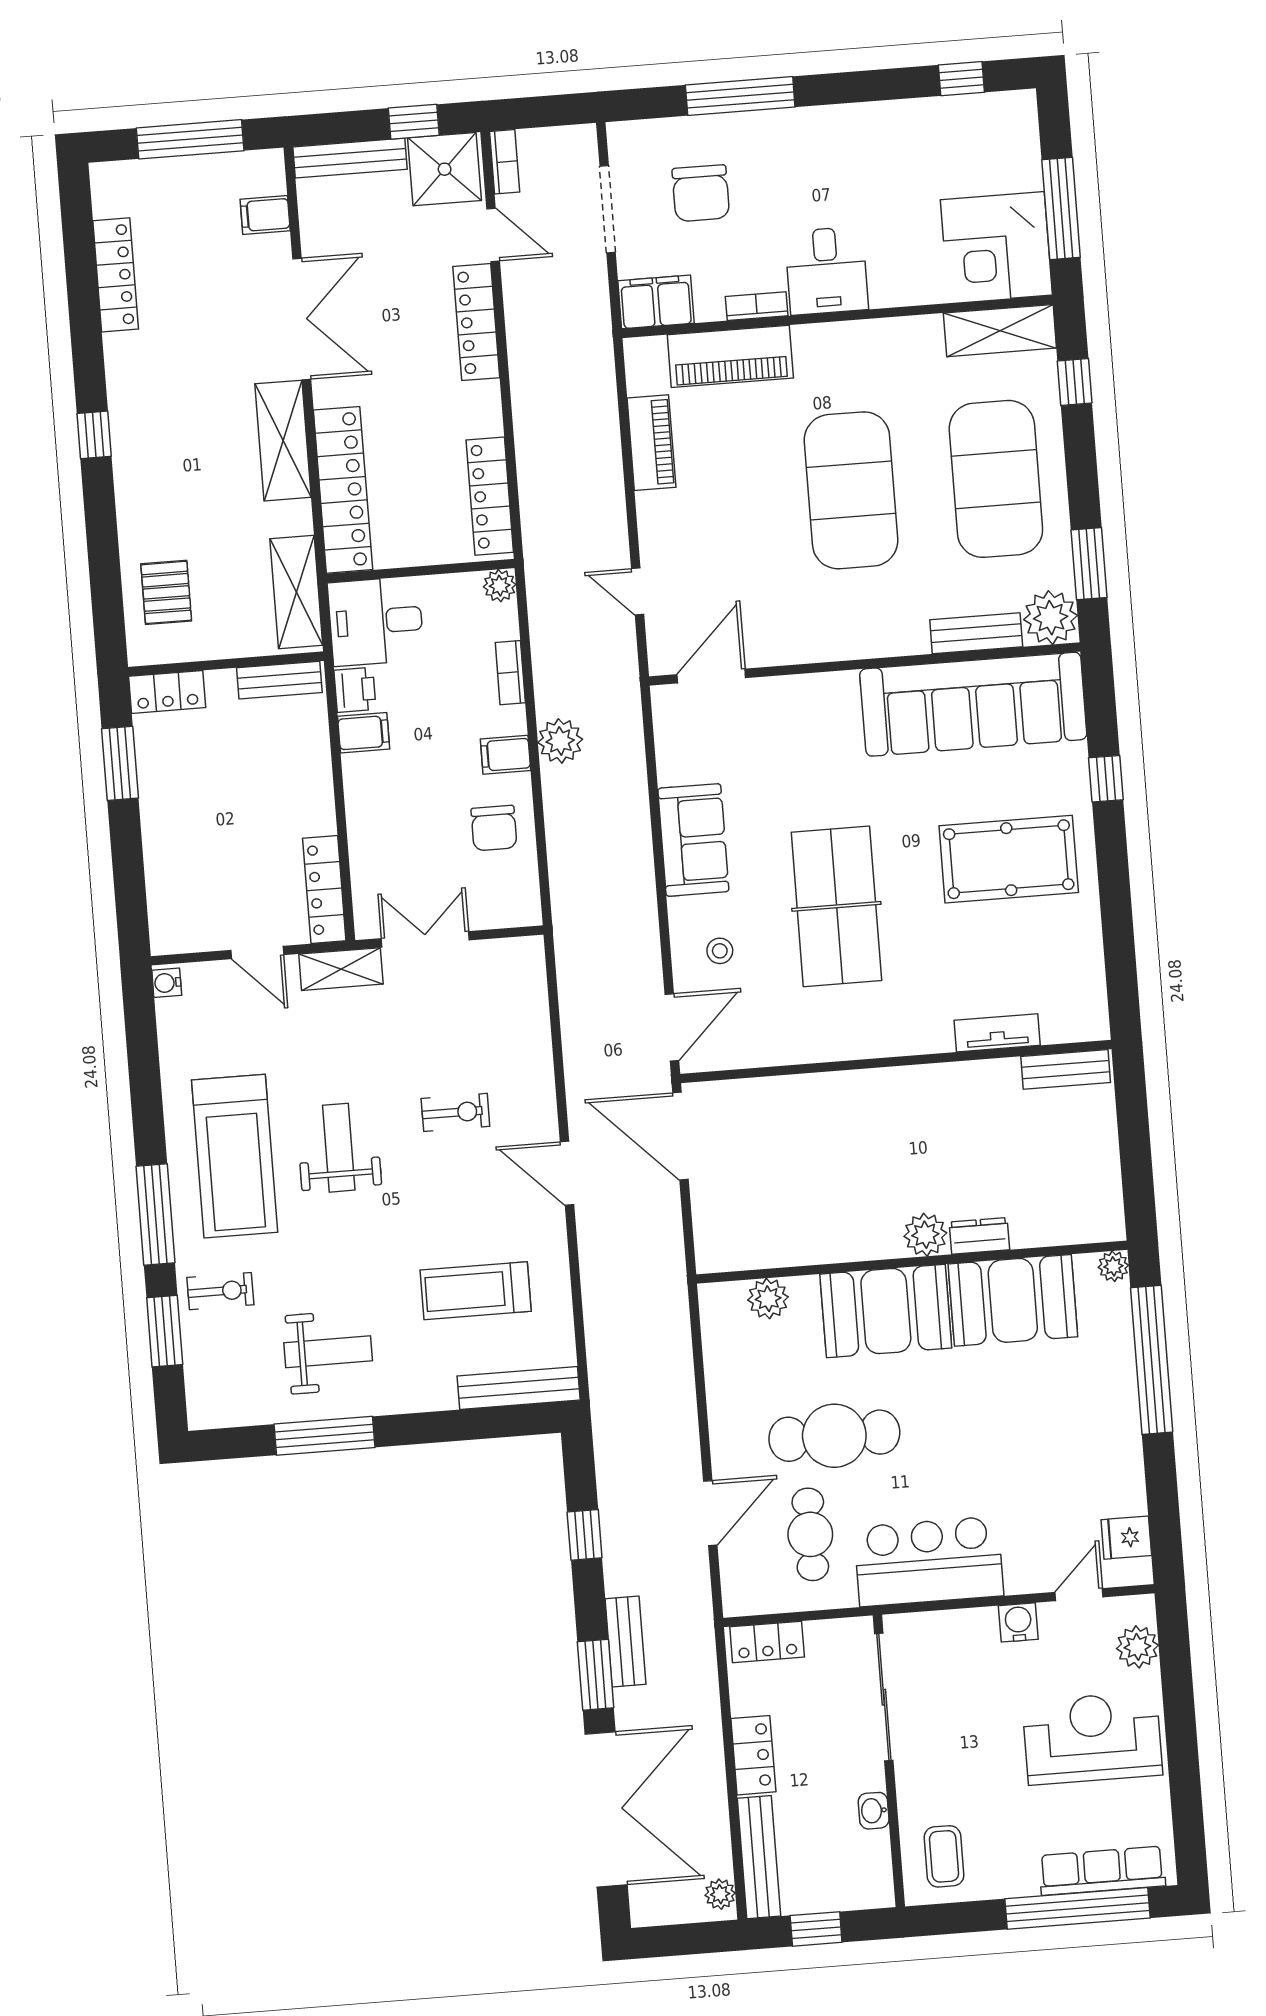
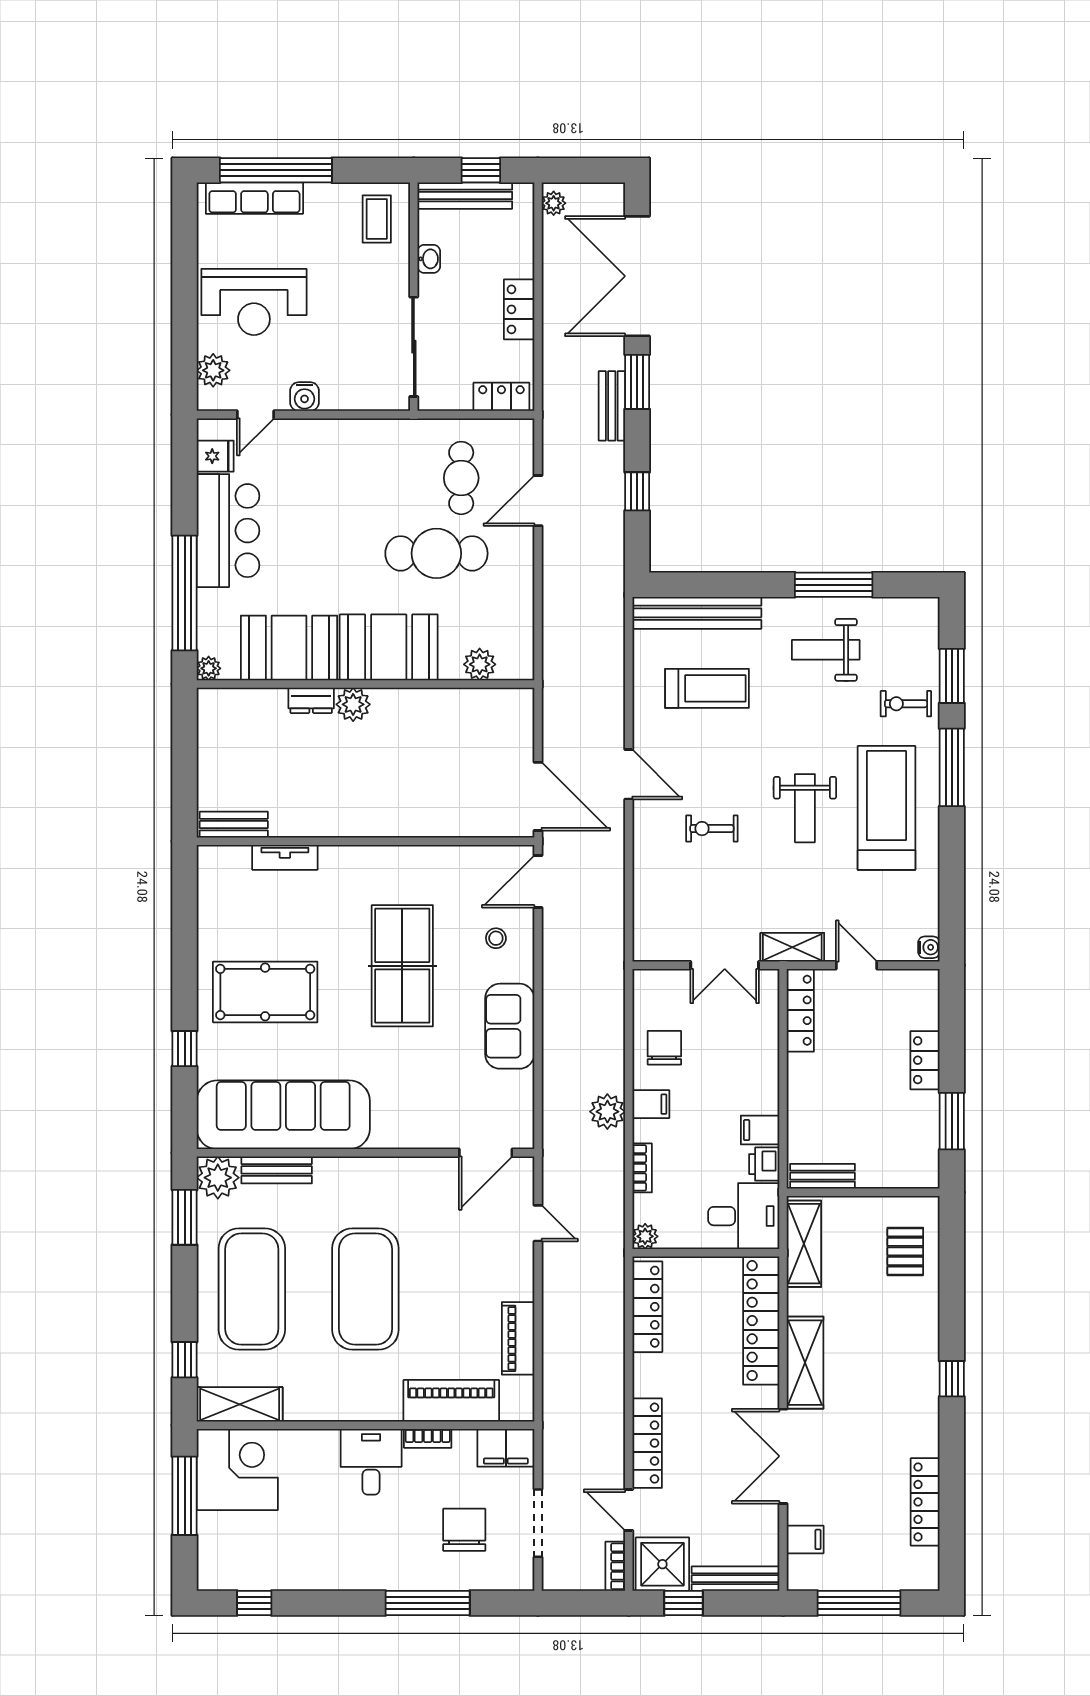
locker: (167, 692) -> (925, 1060), moved, turned -90
bench: (519, 1388) -> (697, 613), width x1.37, depth x1.21
bar counter: (929, 1561) -> (228, 531), moved, turned -90
bench: (759, 1857) -> (465, 196), moved, turned 90

